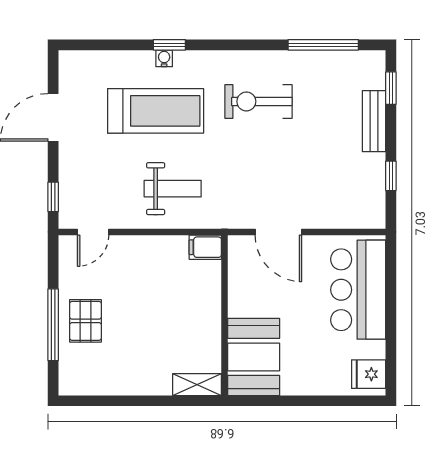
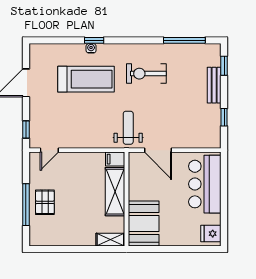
weight bench: (173, 189) -> (128, 128), moved, turned -90
shelving: (205, 303) -> (115, 192), added

